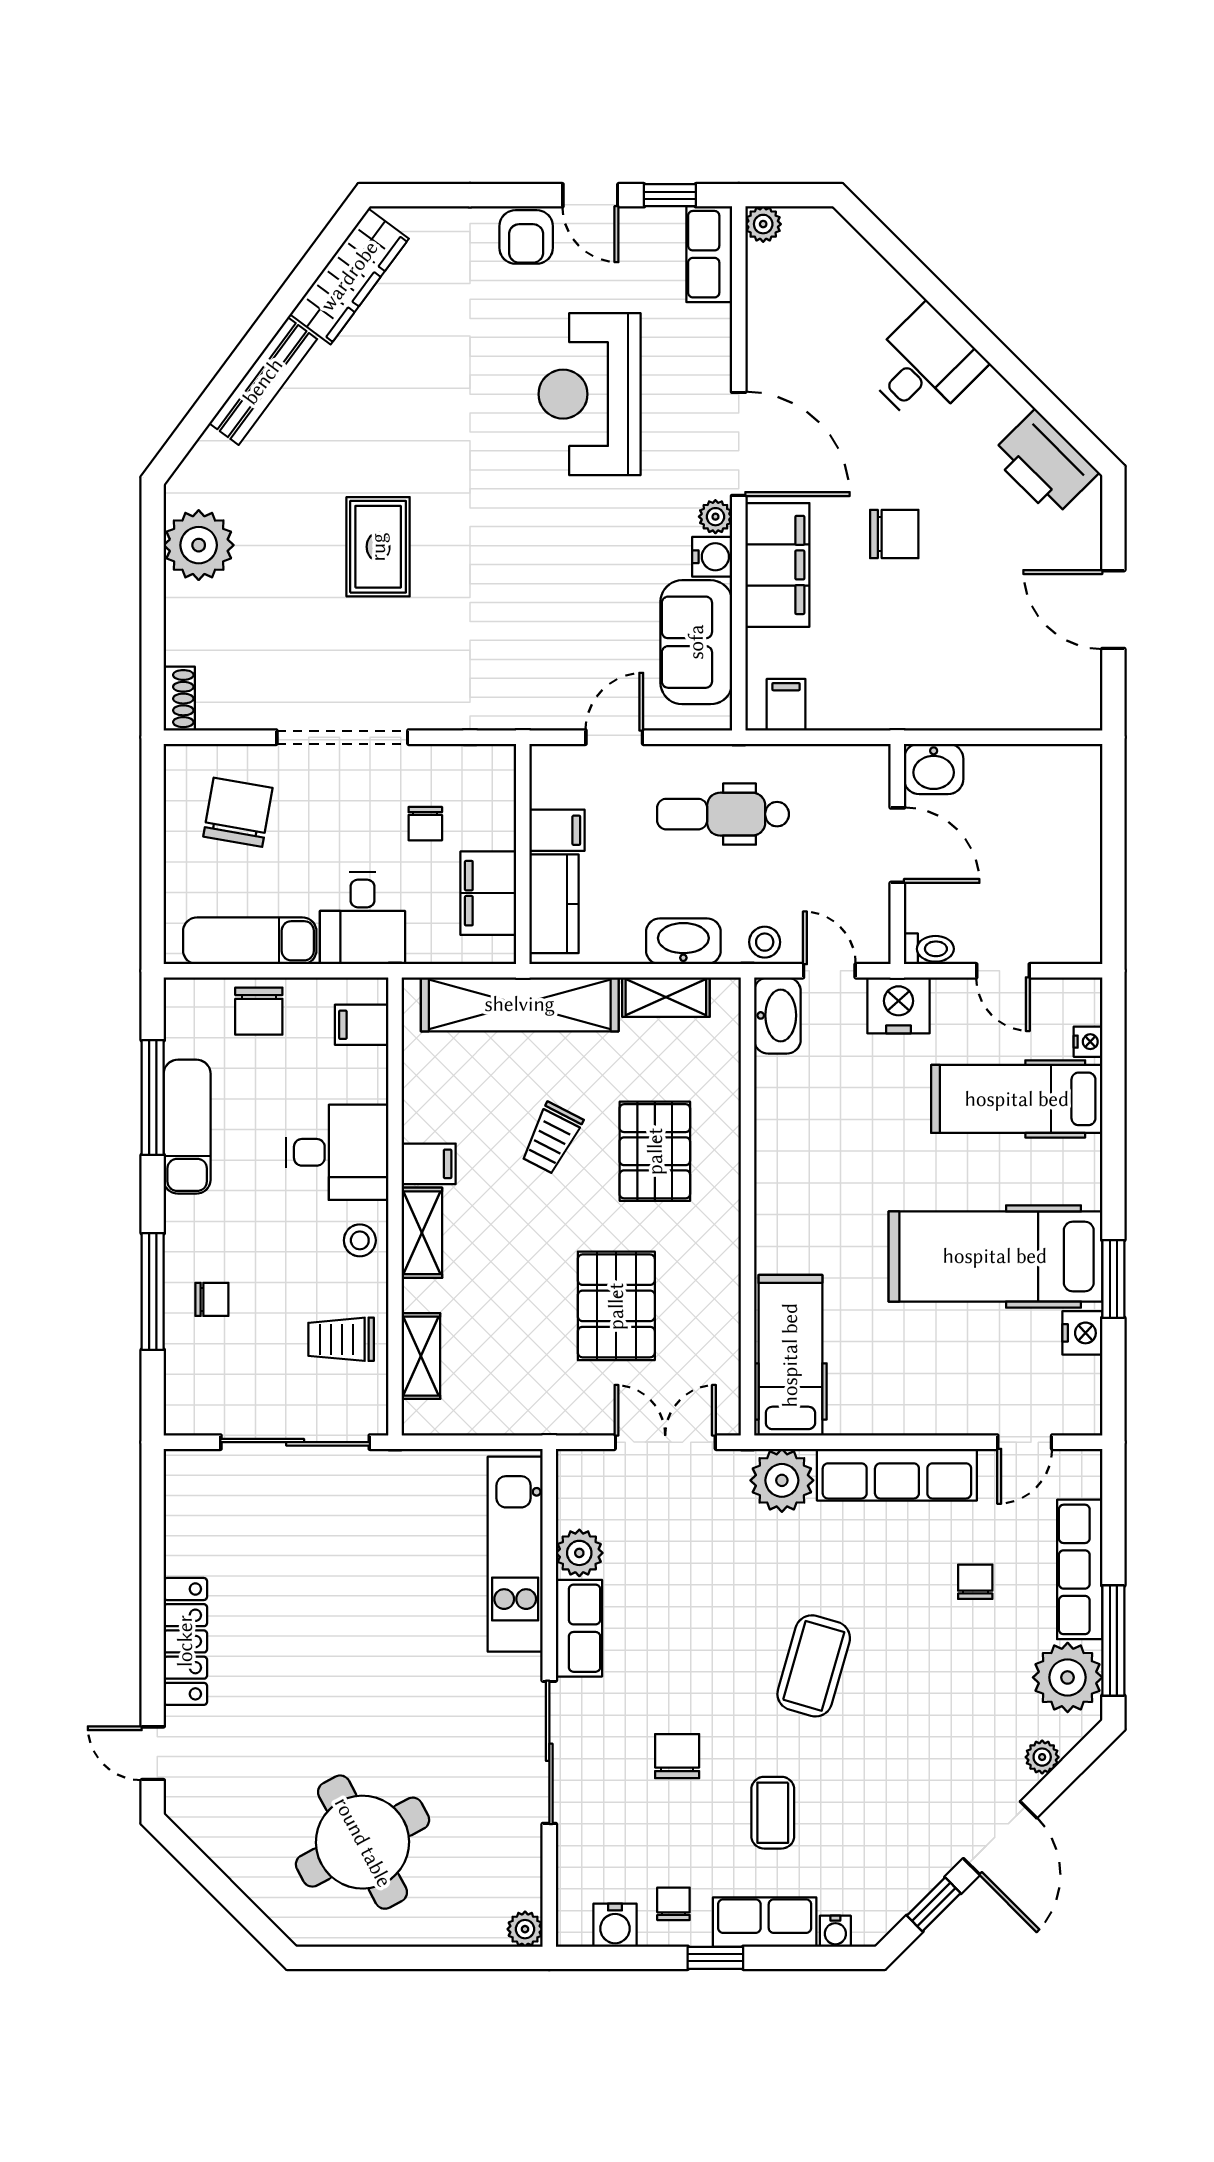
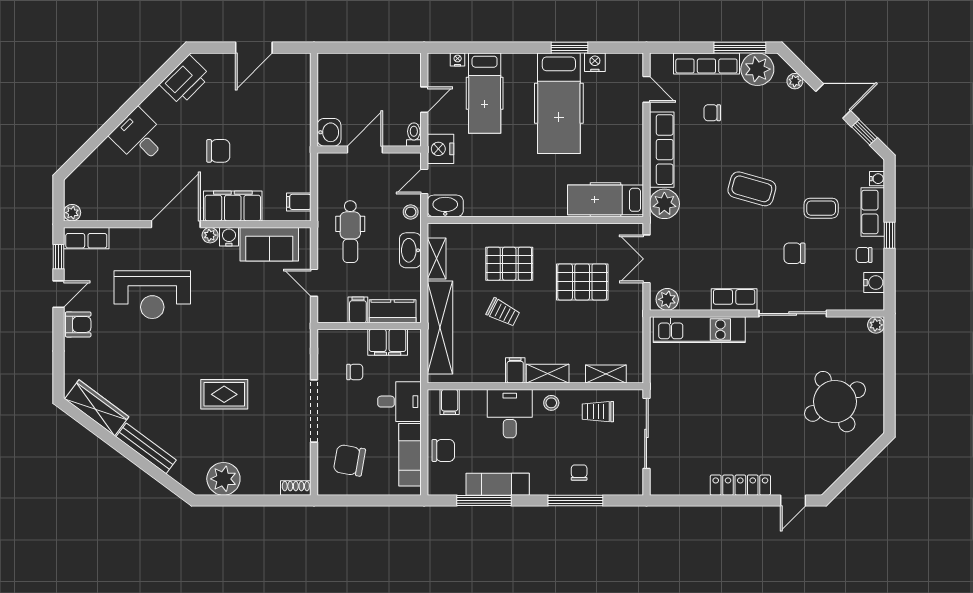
chair: (894, 534) -> (218, 151), turned 90
trolley: (341, 1339) -> (598, 412), turned 90
plant: (579, 1553) -> (667, 299), moved

